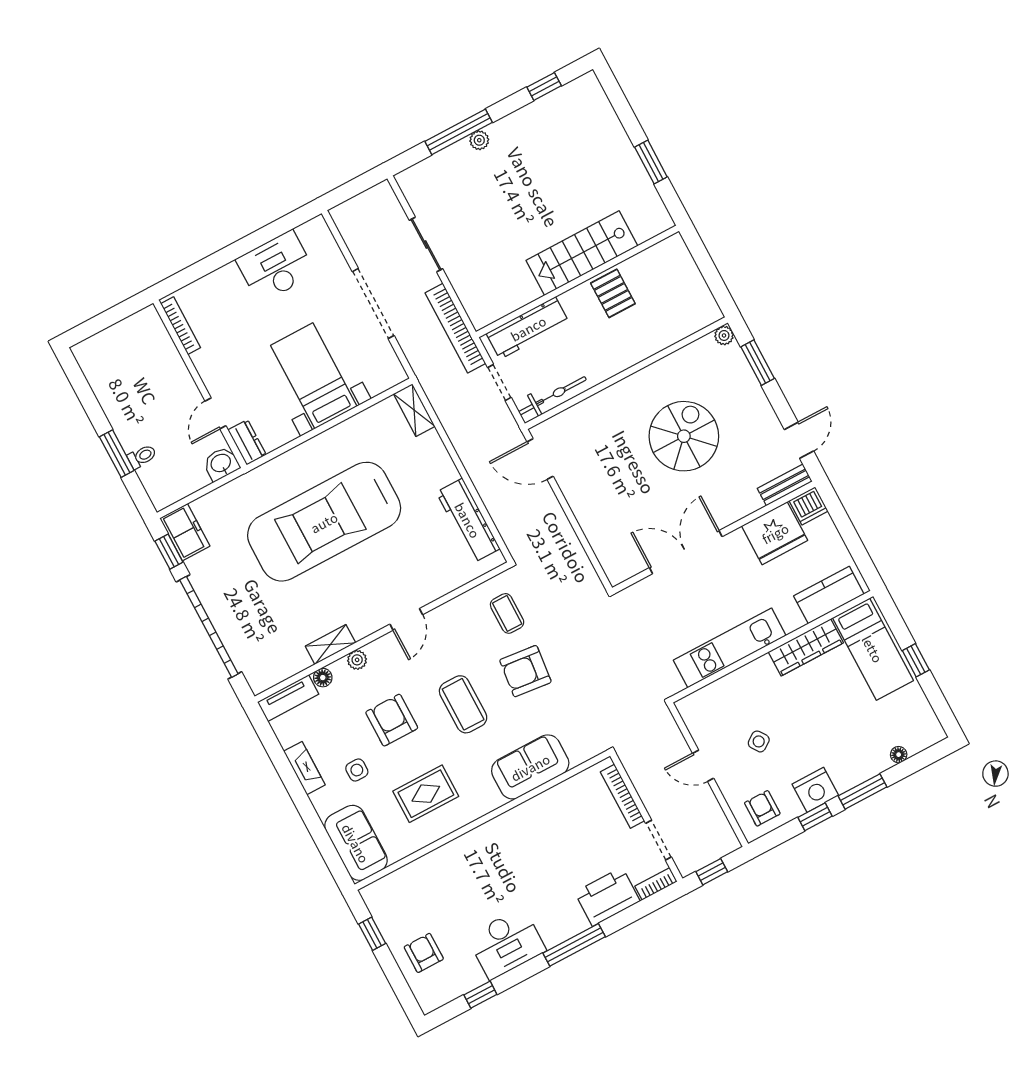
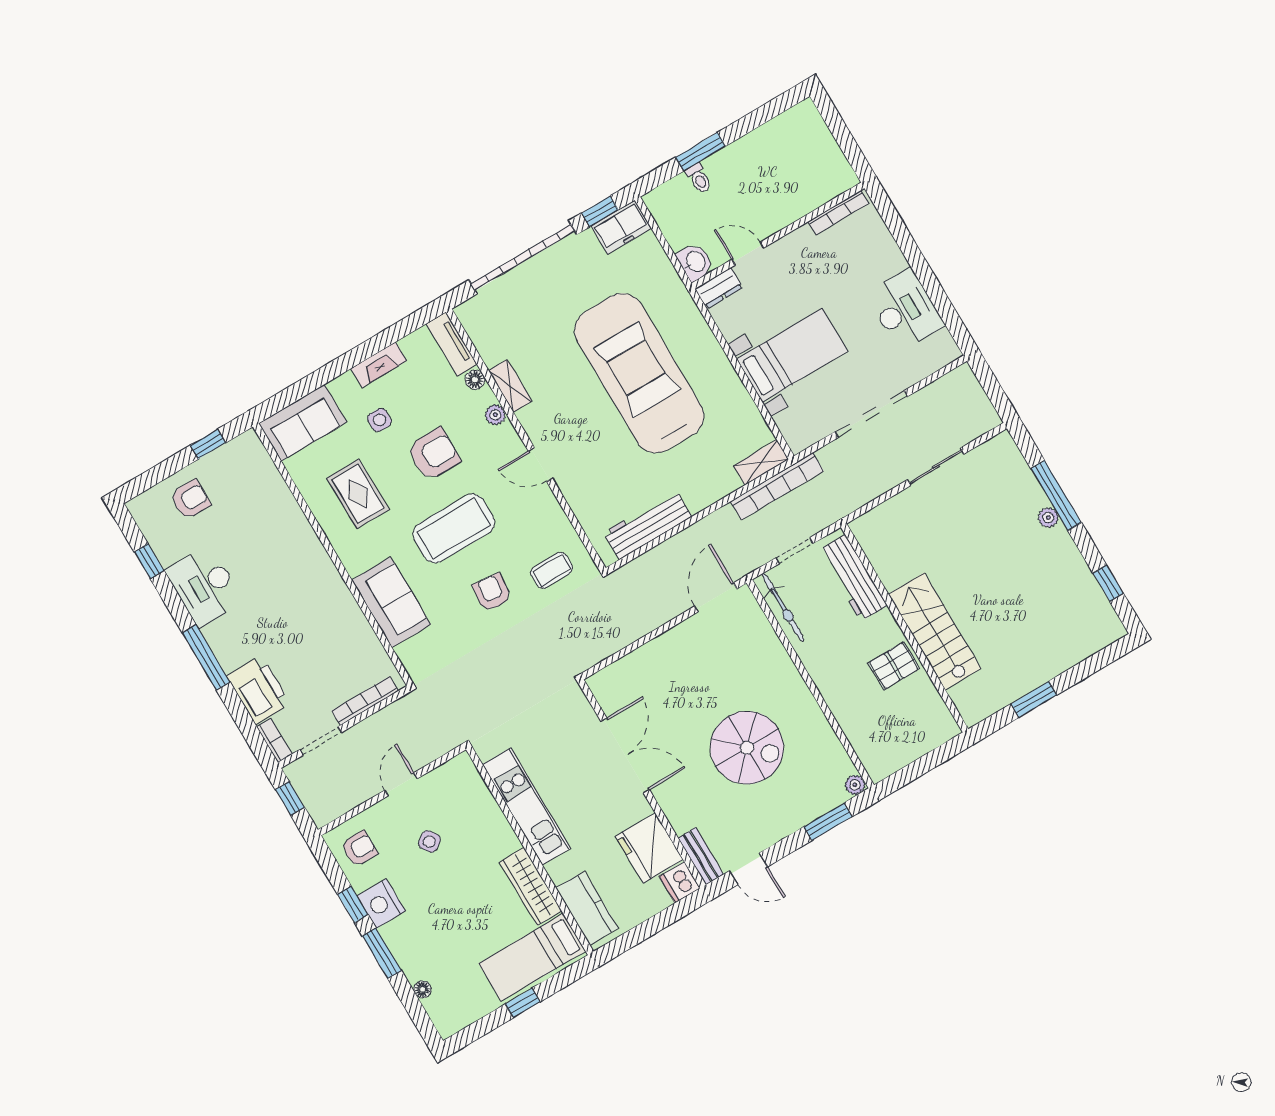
bookcase: (455, 328) -> (777, 486), moved, turned 180
armchair: (525, 671) -> (492, 592), width x0.72, depth x0.72
coffee table: (463, 704) -> (454, 528), width x1.36, depth x1.32

